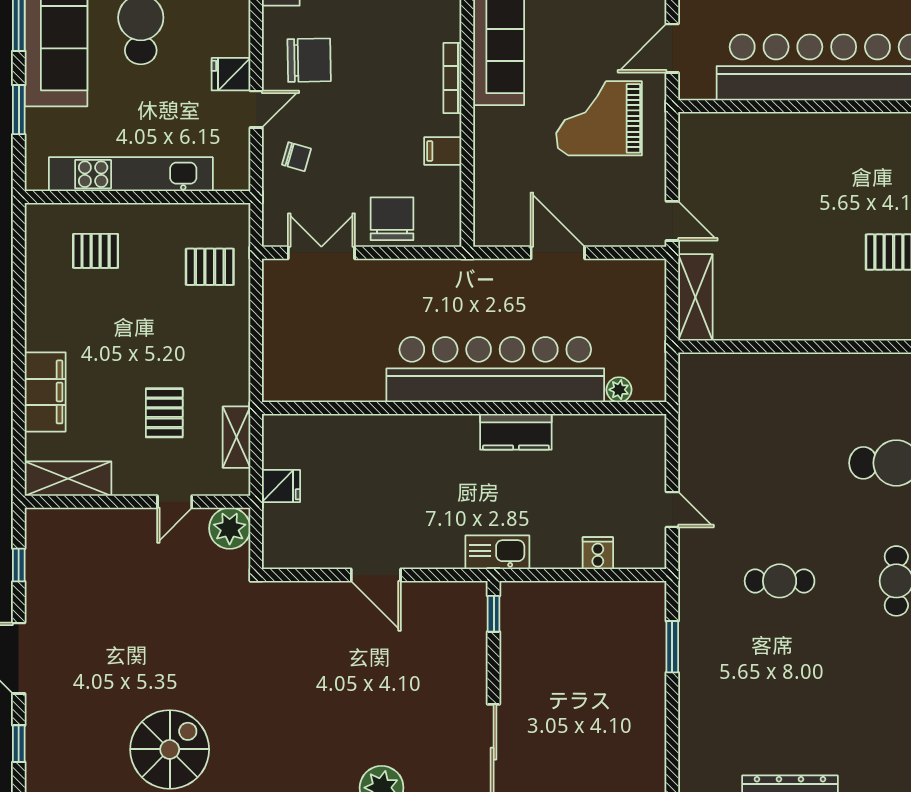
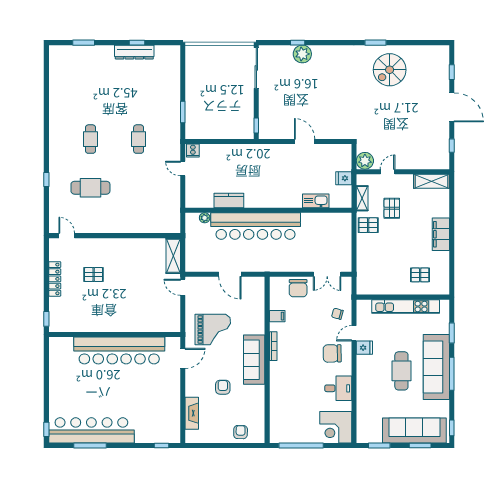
pallet: (210, 267) -> (368, 225), moved
filing cabinet: (45, 392) -> (441, 234), moved
kitchen counter: (516, 432) -> (229, 200), moved
kitchen sink: (497, 552) -> (316, 201), moved, turned 180
cooker: (598, 553) -> (193, 151), moved
cafe table: (780, 581) -> (139, 139), turned 90

